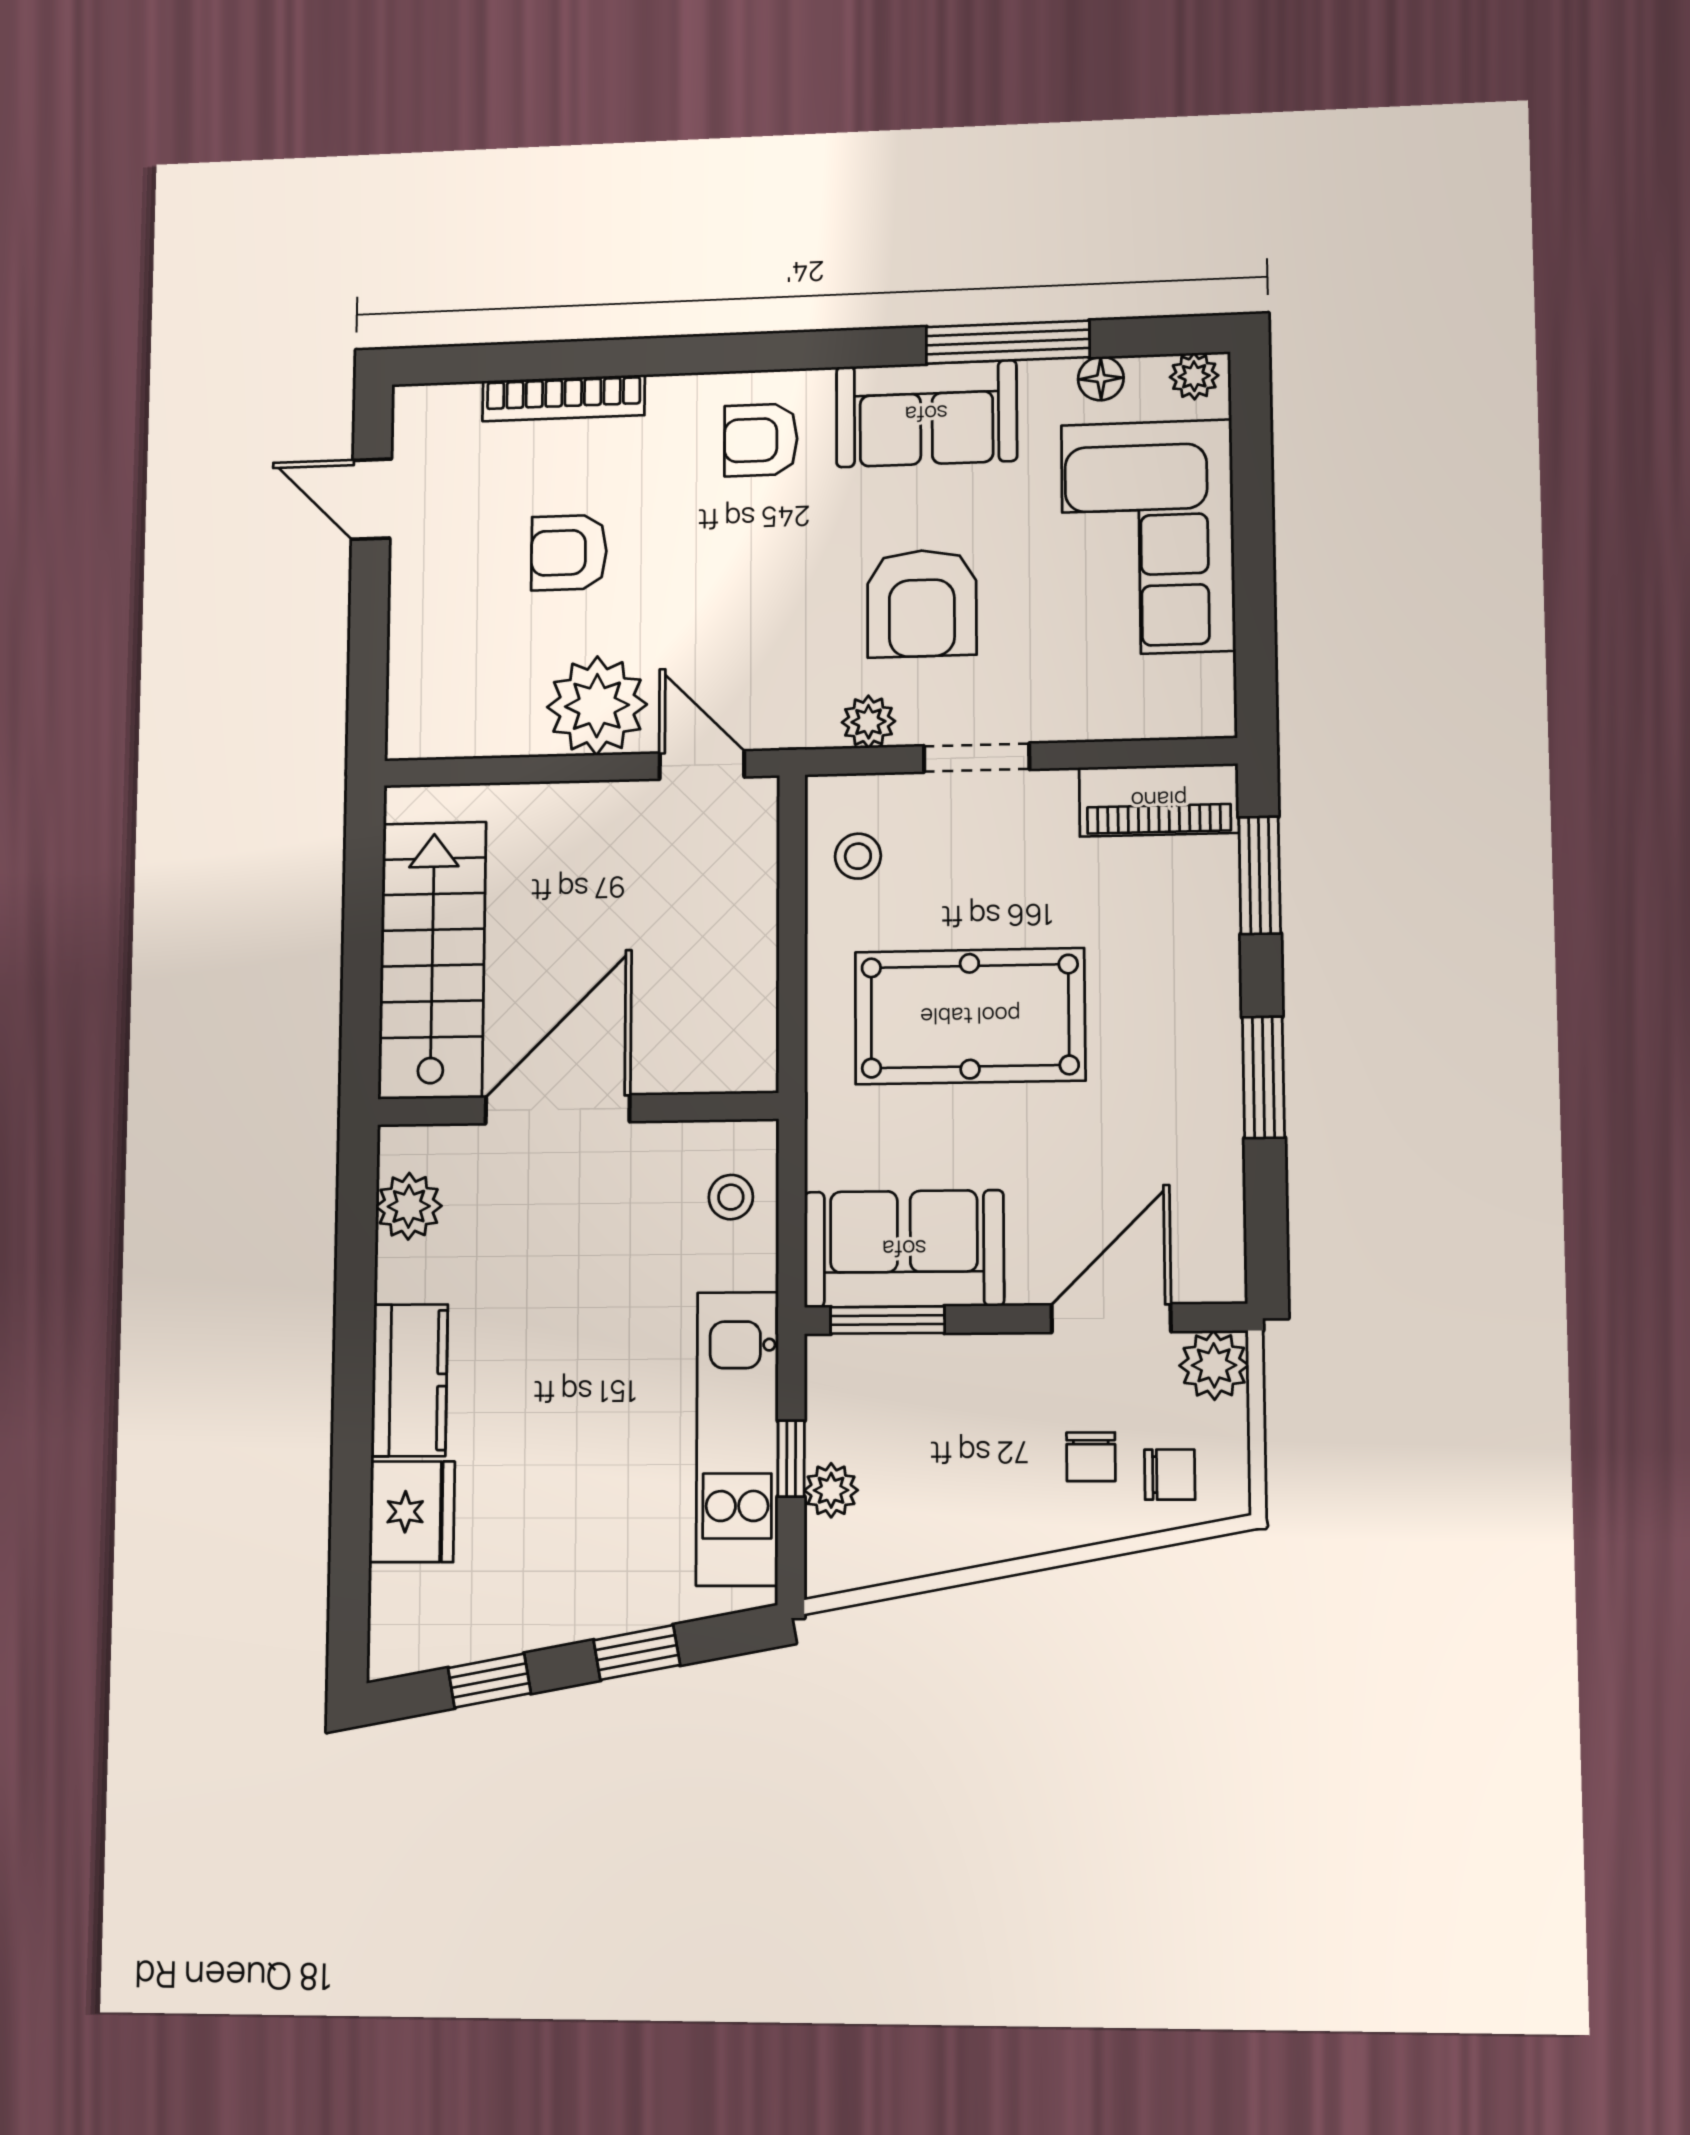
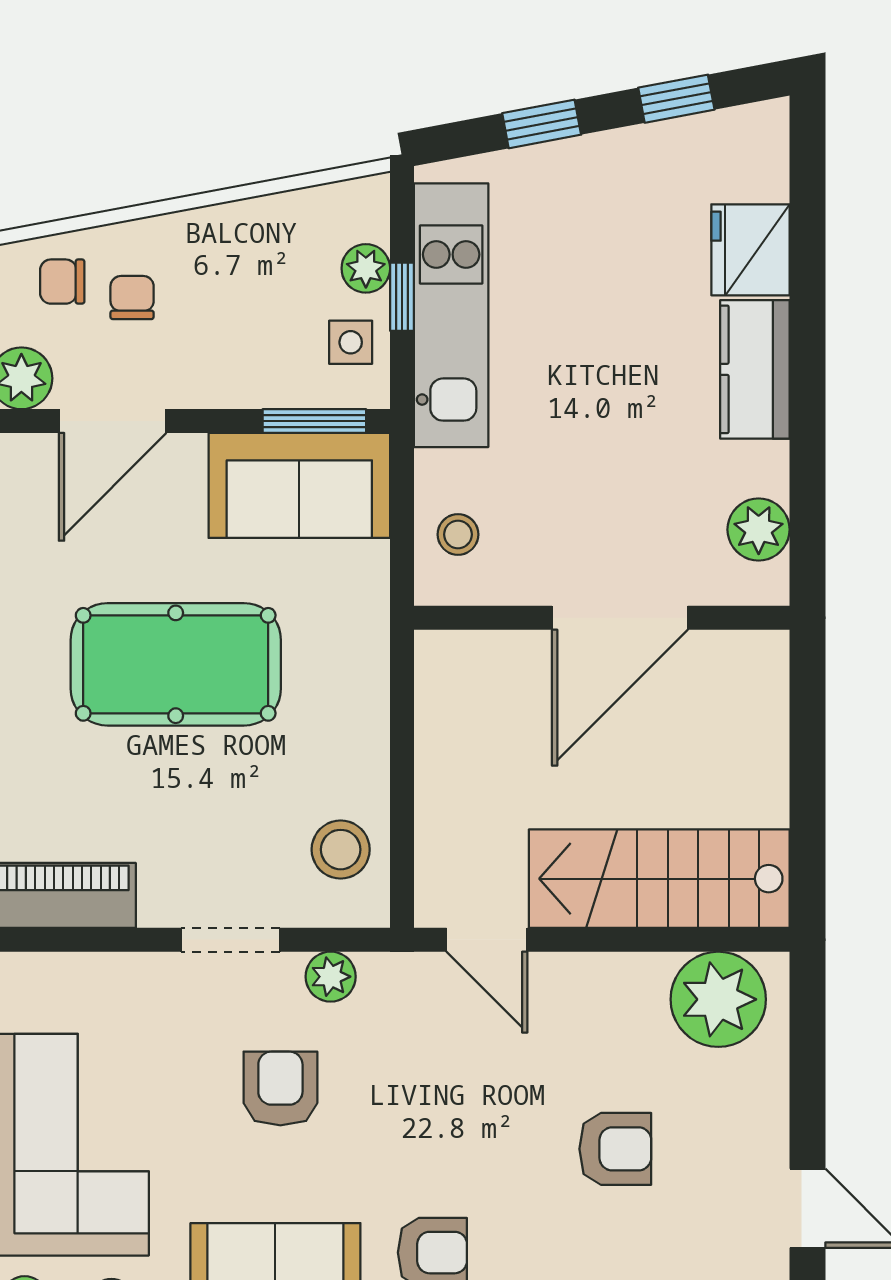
armchair: (922, 603) -> (280, 1088), width x0.72, depth x0.72
plant: (597, 706) -> (718, 999), moved
stool: (858, 856) -> (341, 850), width x1.37, depth x1.37
stairs: (432, 960) -> (659, 879), moved, turned 90
pool table: (970, 1016) -> (176, 664), moved
side table: (848, 1408) -> (351, 342), added

